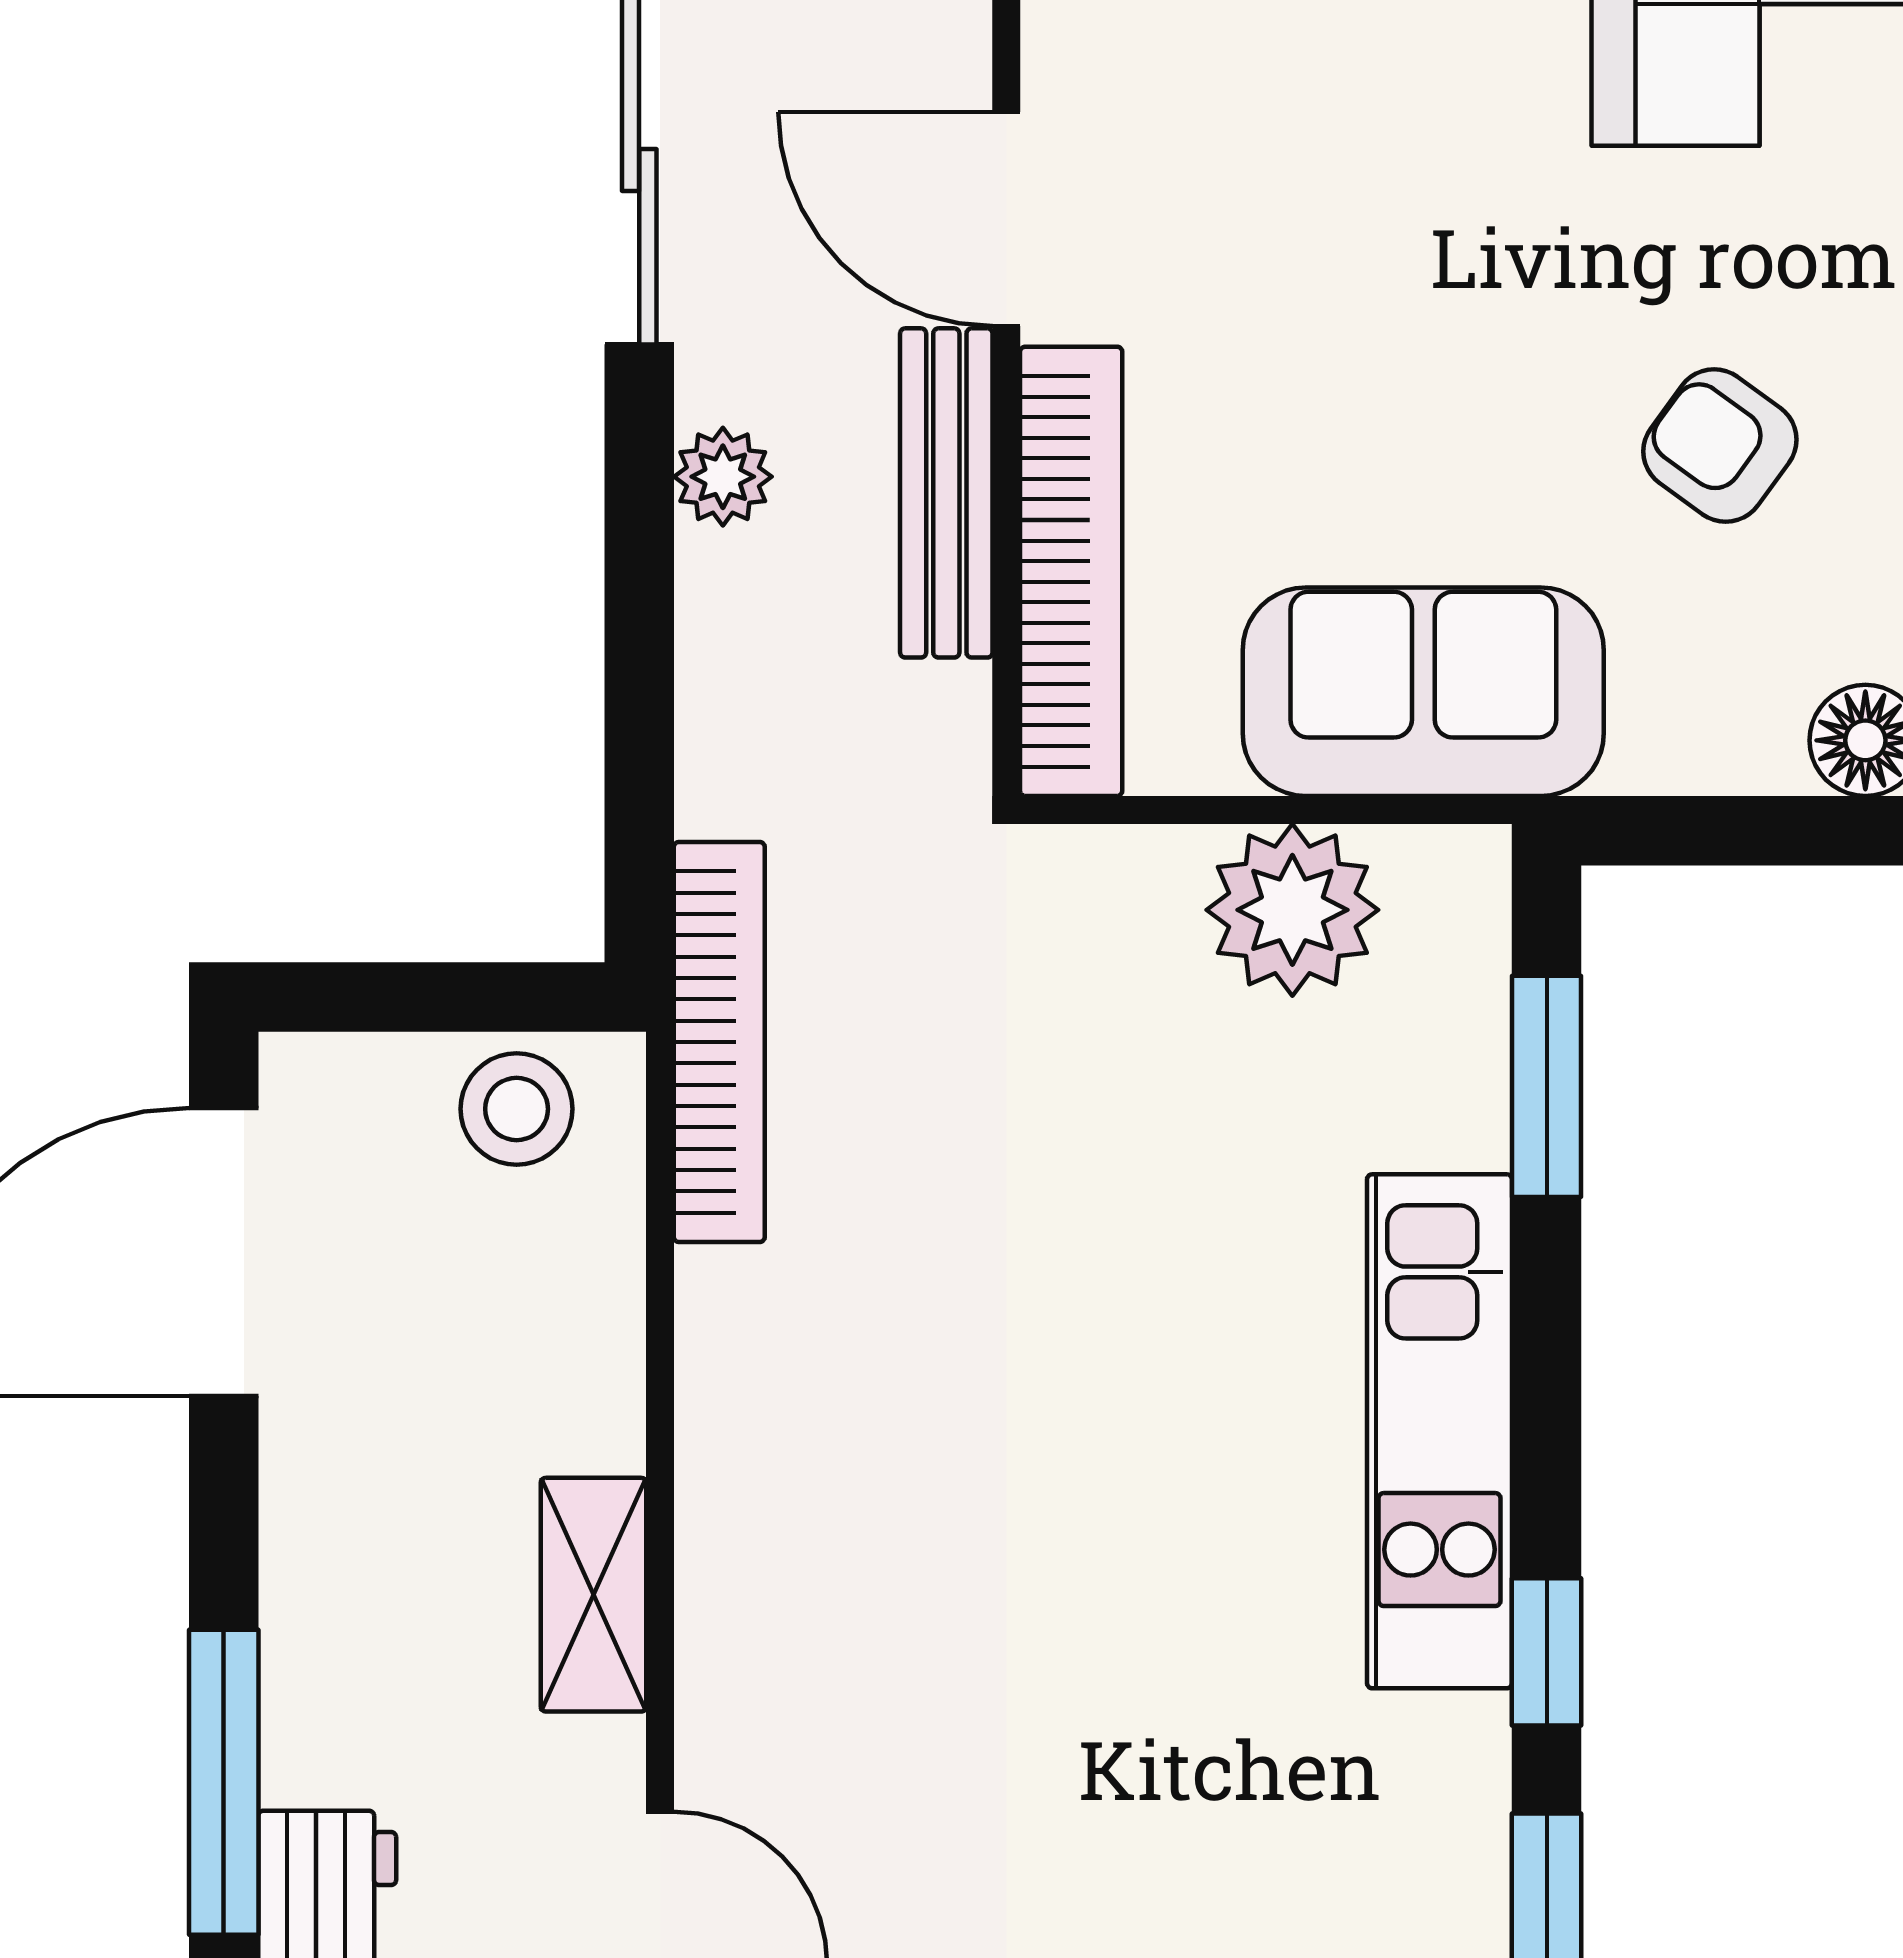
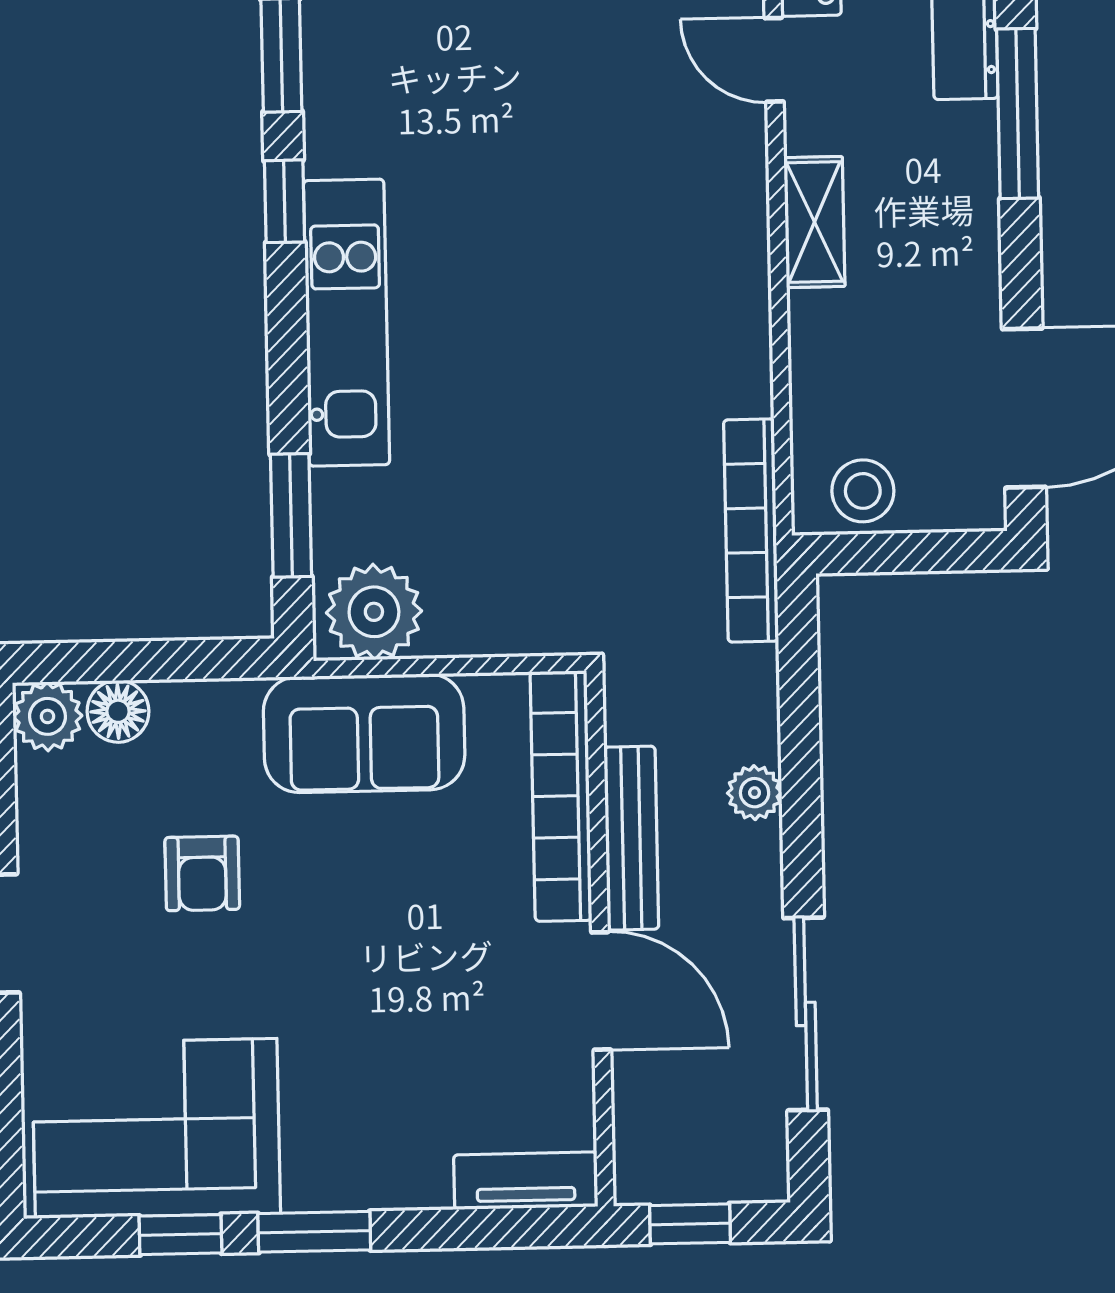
armchair: (1720, 446) -> (202, 873), turned 54
plant: (723, 477) -> (755, 793), moved
plant: (1292, 910) -> (374, 612), moved

